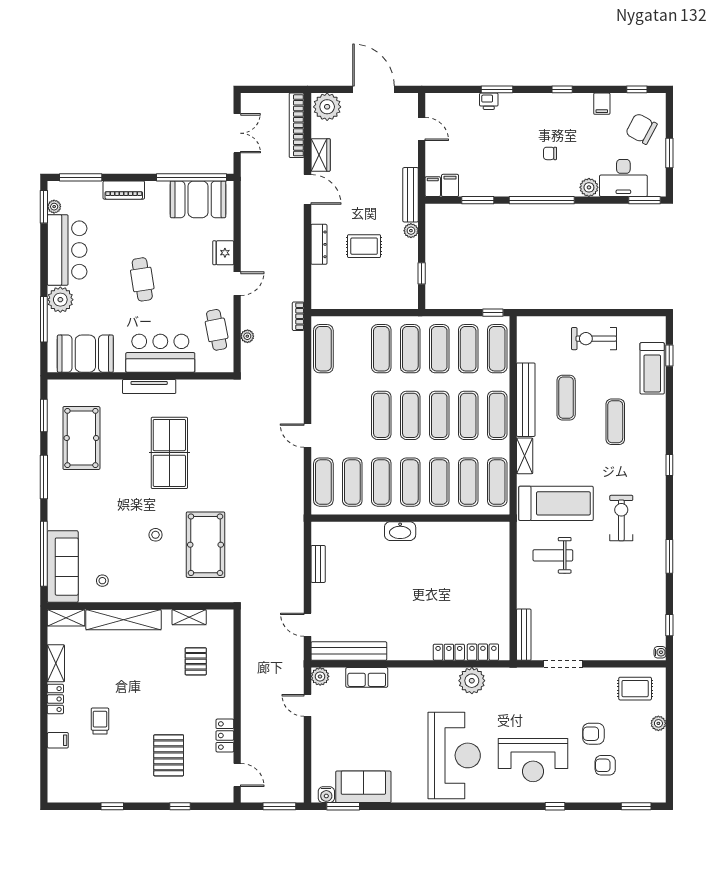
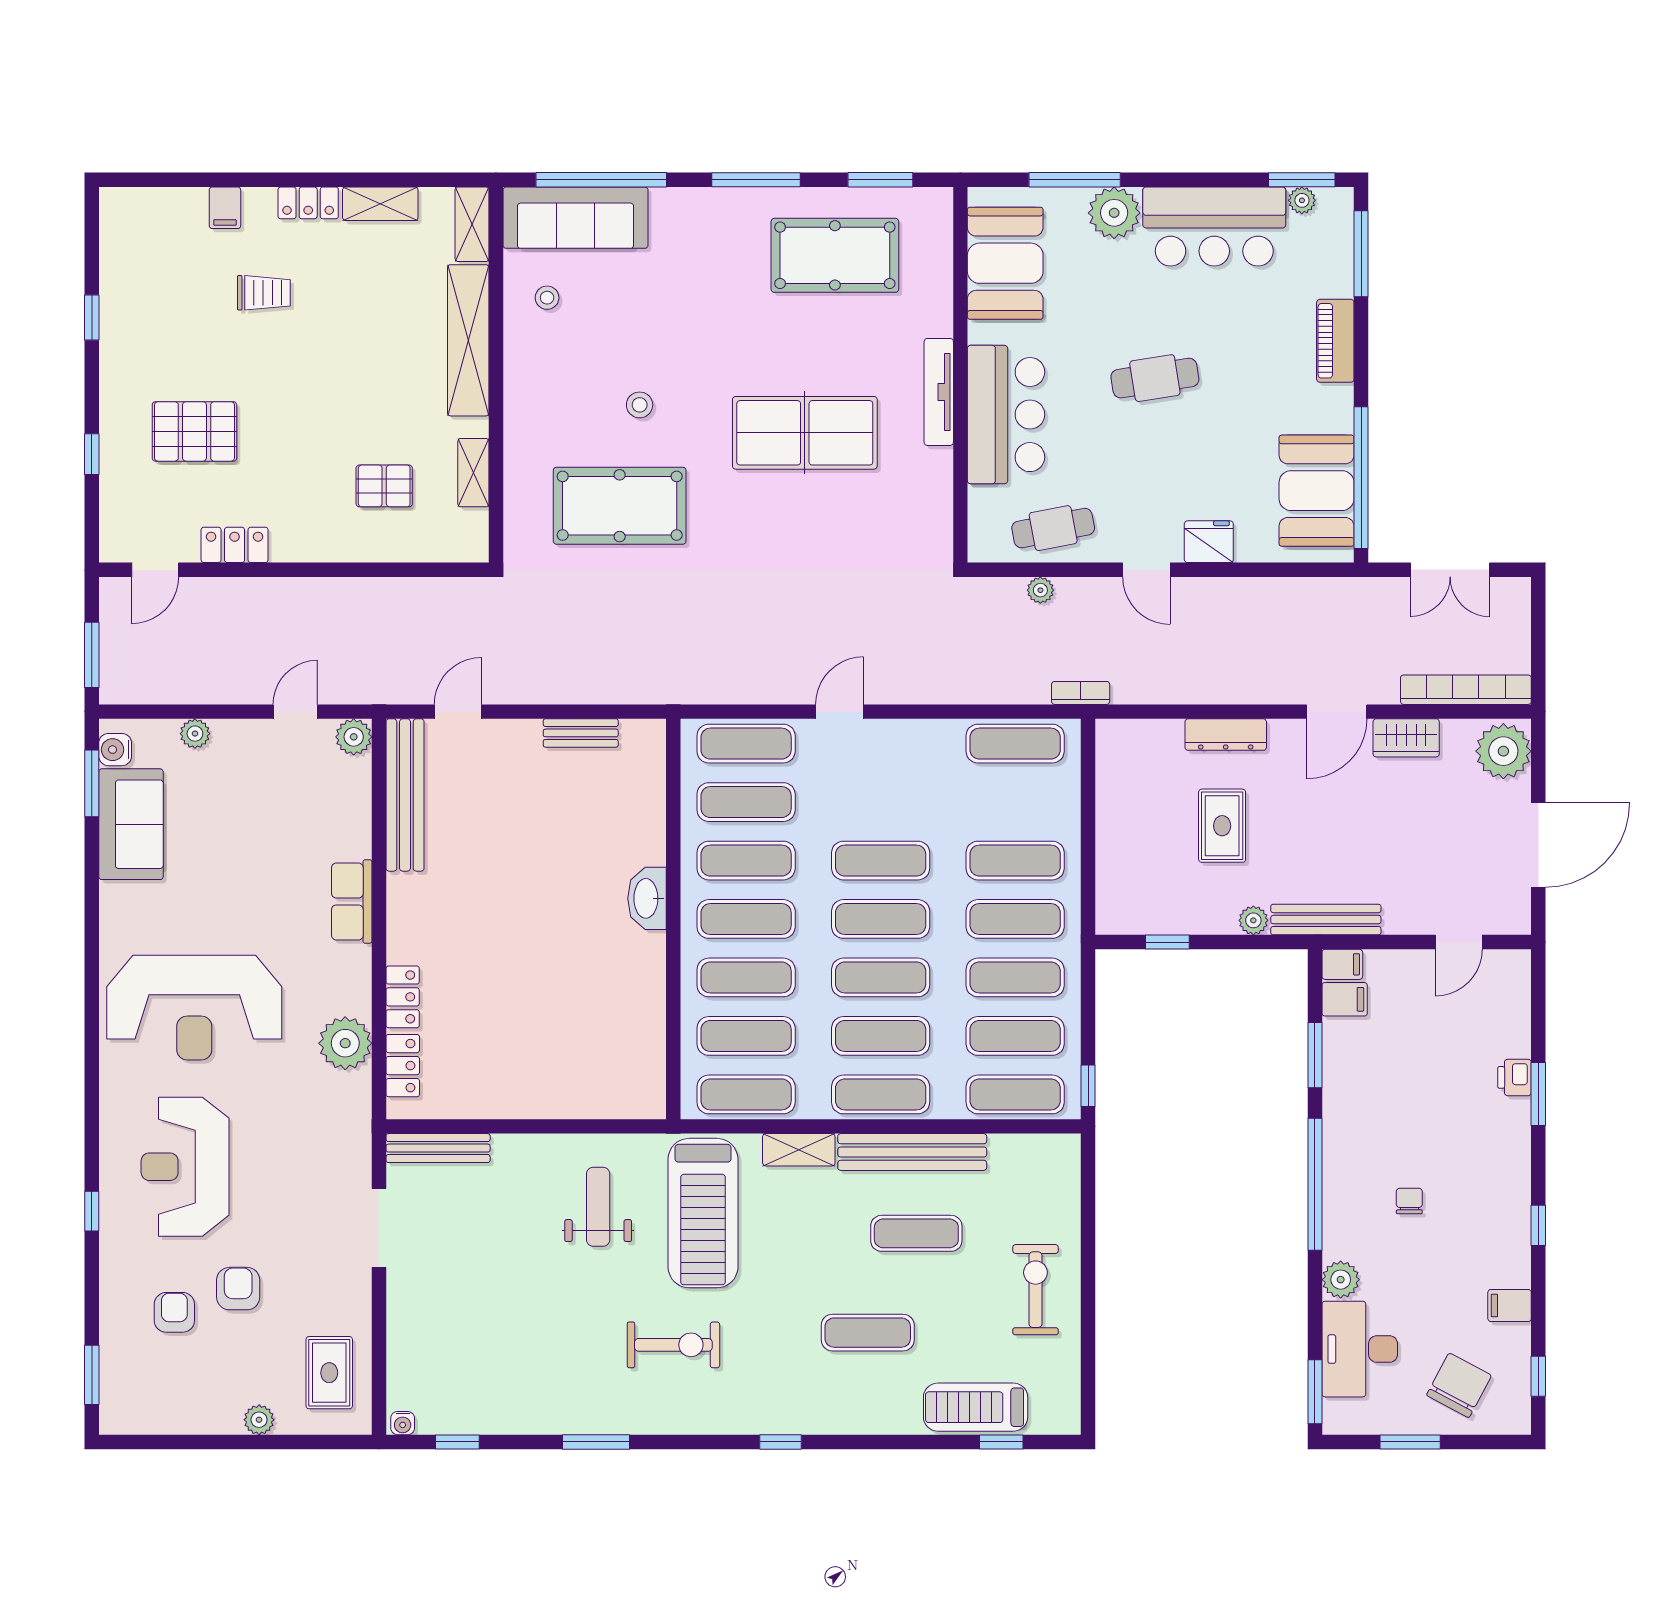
row of seats: (367, 677) -> (352, 901), moved
plant: (318, 755) -> (195, 734), added

